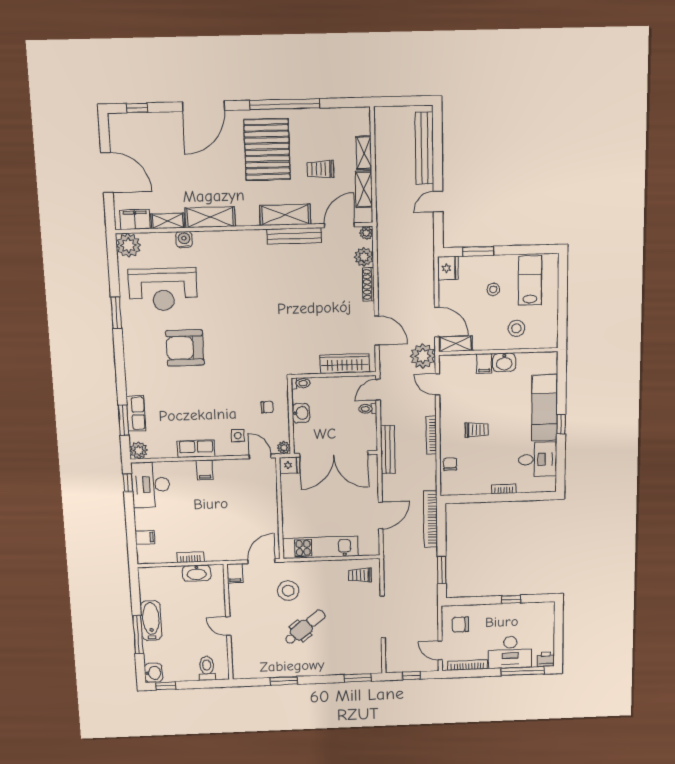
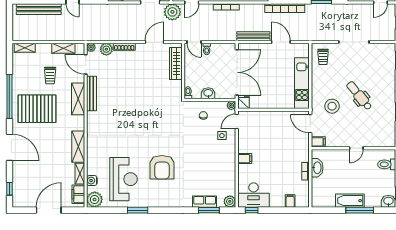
shelving: (364, 153) -> (25, 48), moved
water cooler: (184, 240) -> (92, 181), moved
row of seats: (196, 449) -> (230, 164), removed
bench: (388, 450) -> (253, 36), moved

